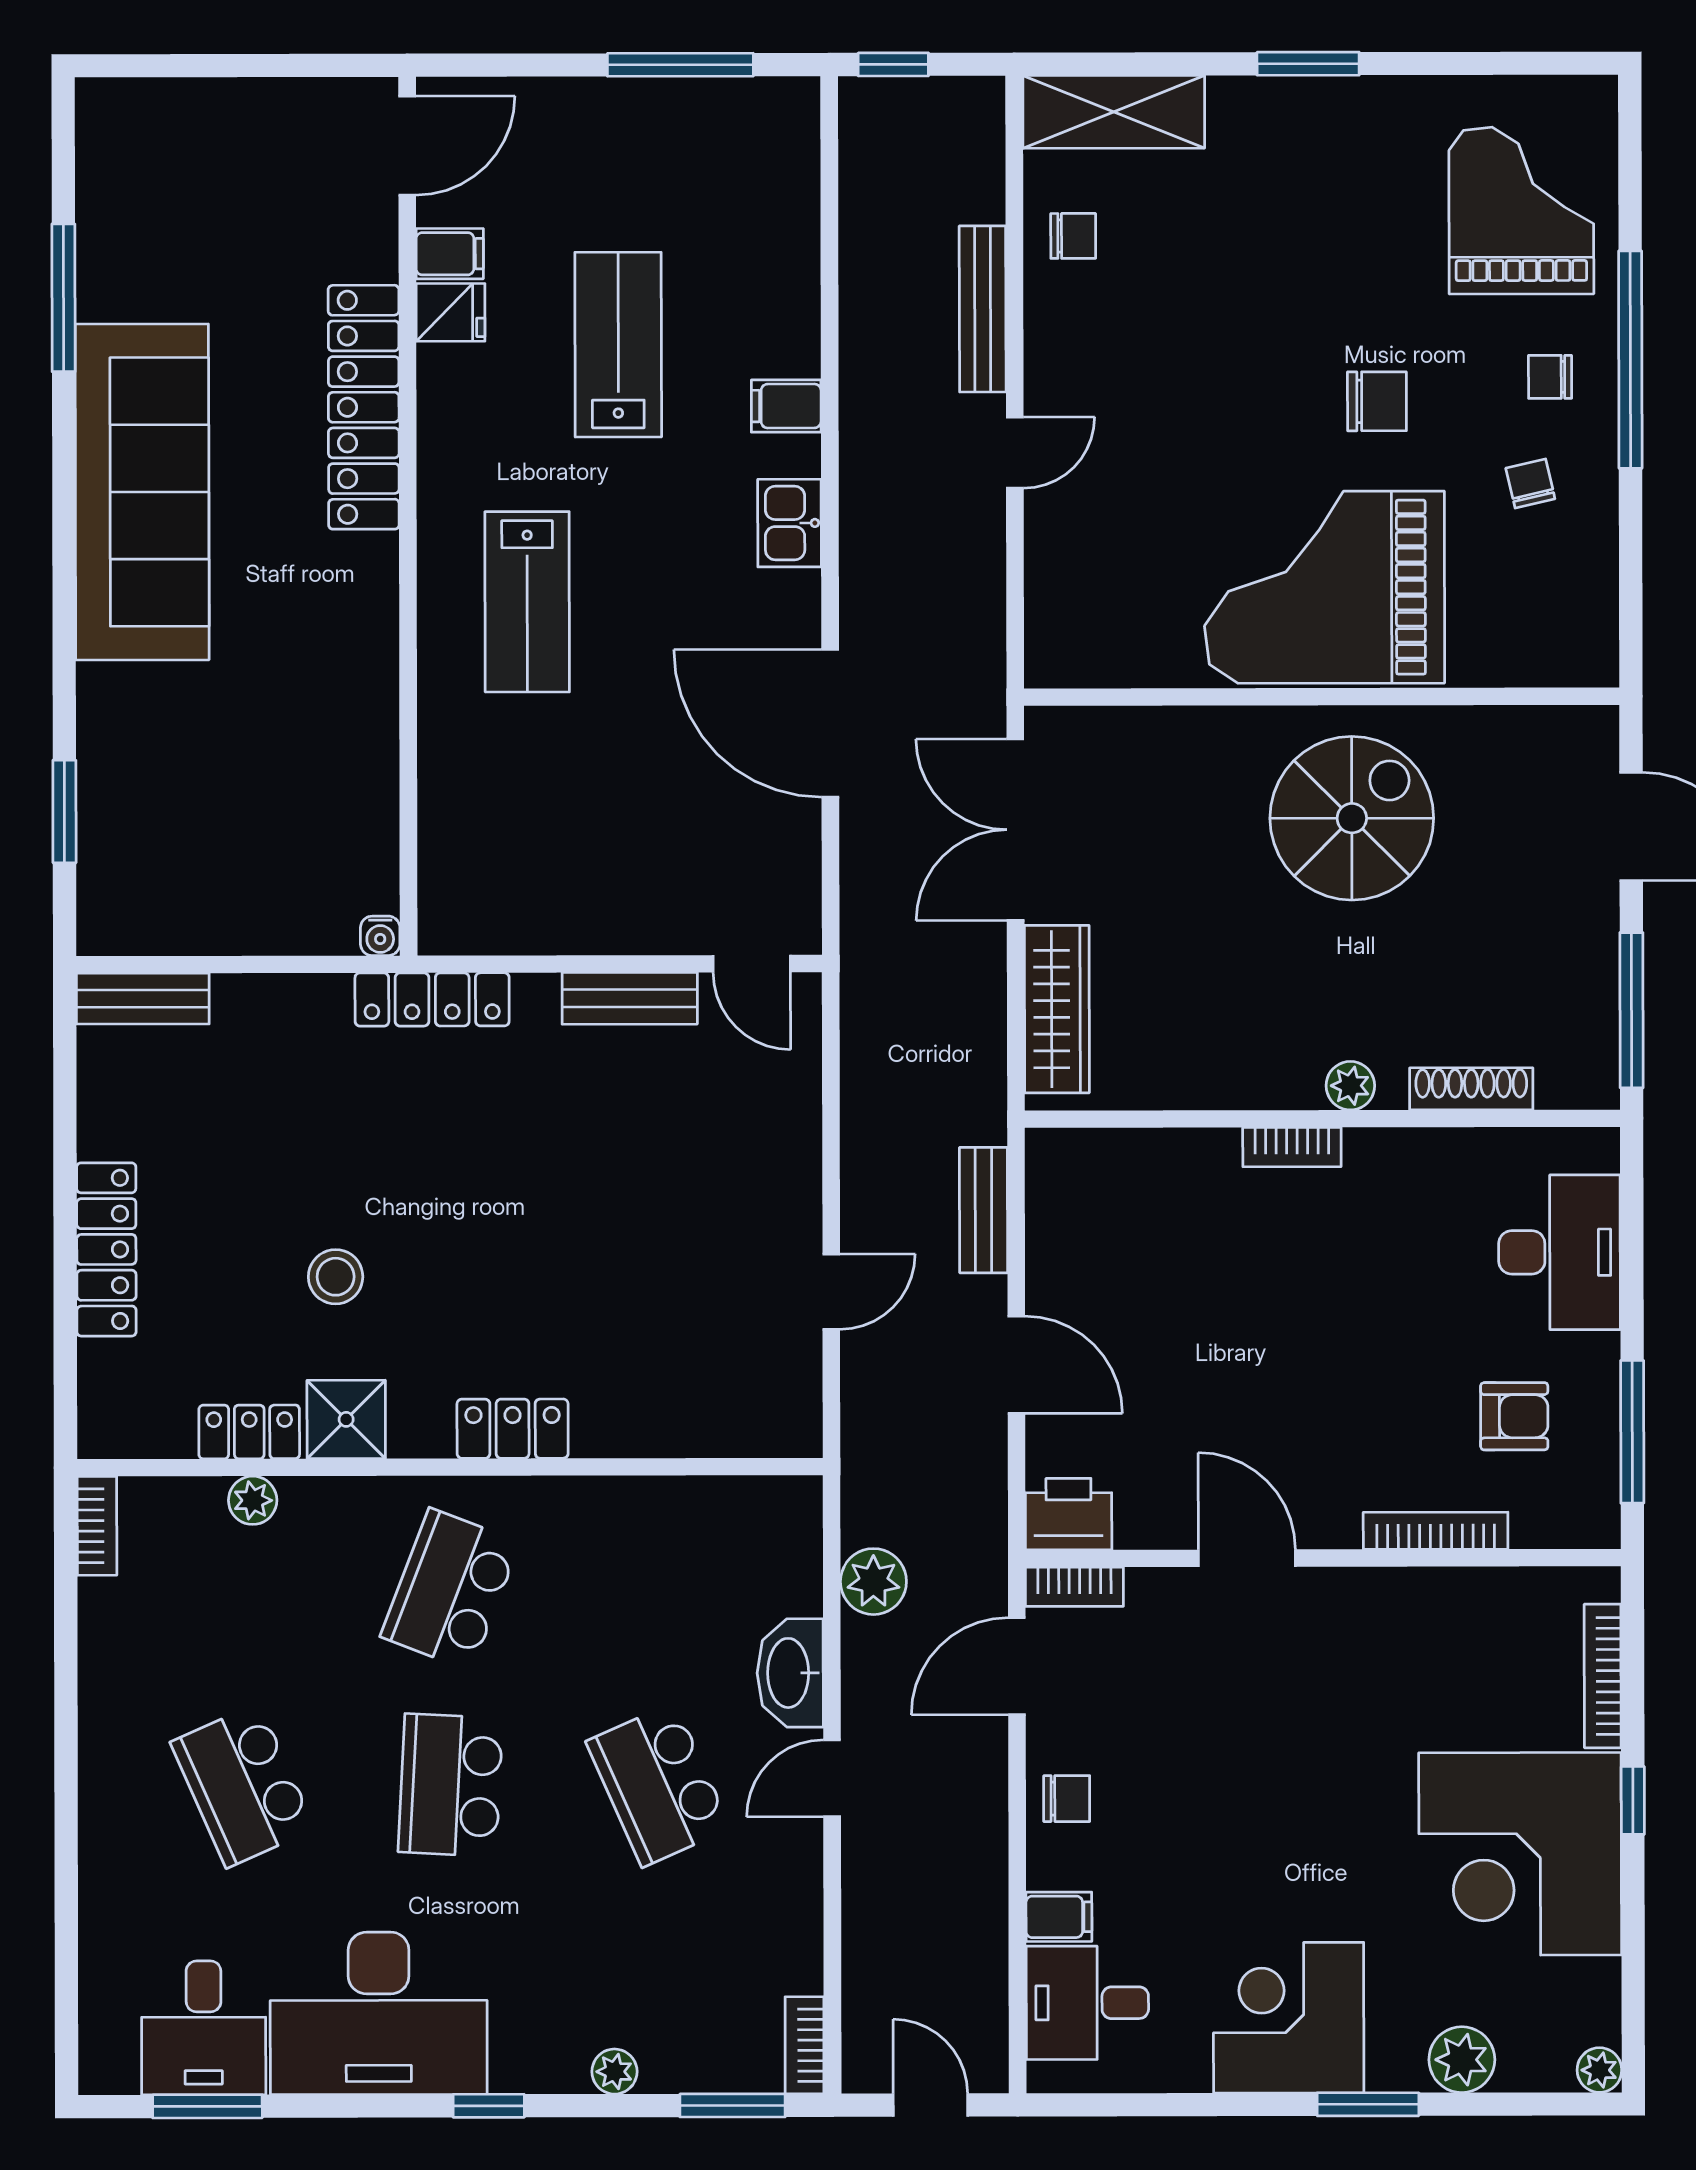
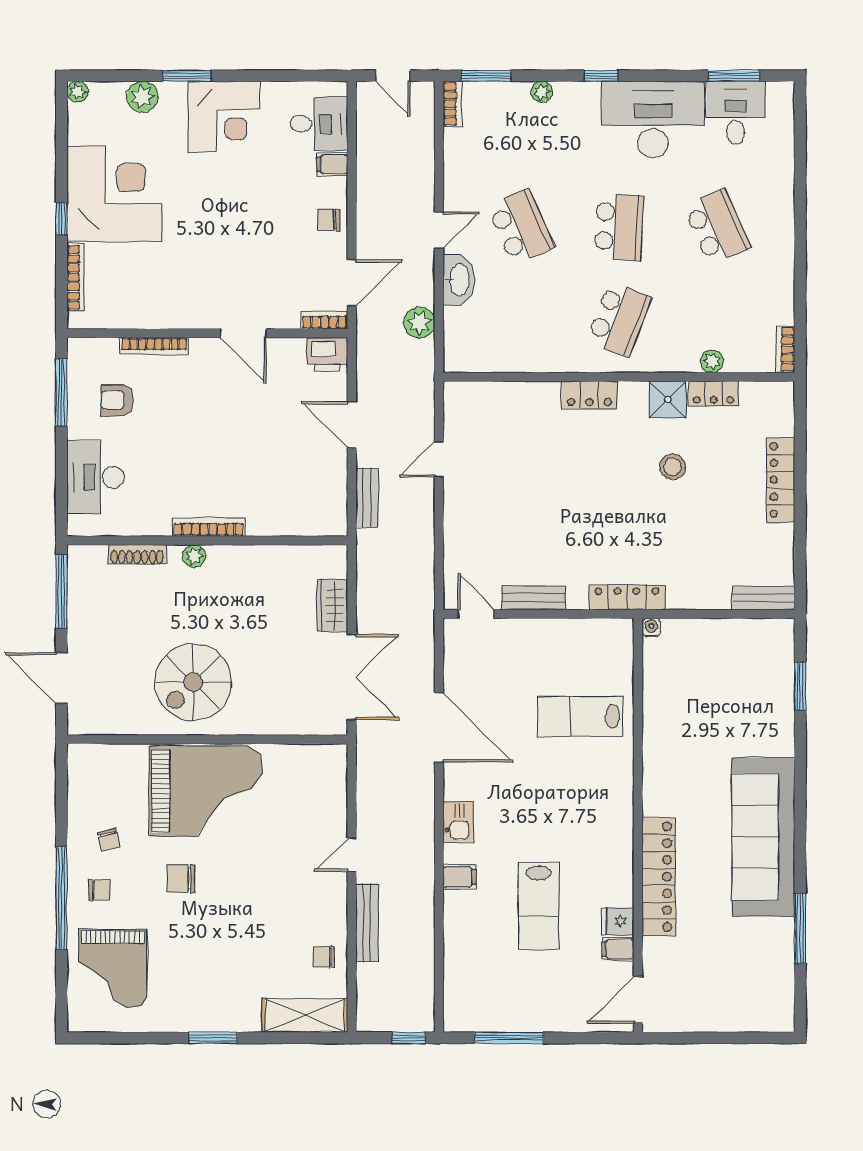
lab bench: (527, 602) -> (580, 716), moved, turned -90
wardrobe: (1057, 1009) -> (332, 606), width x0.67
bookcase: (1292, 1147) -> (209, 527), width x1.56

